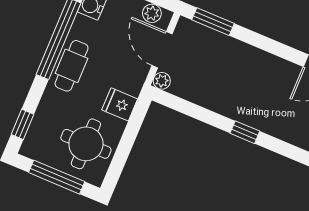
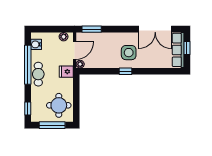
door: (162, 50) -> (75, 51), swing flipped
side table: (266, 98) -> (129, 53), added
fridge: (120, 104) -> (66, 72), moved

